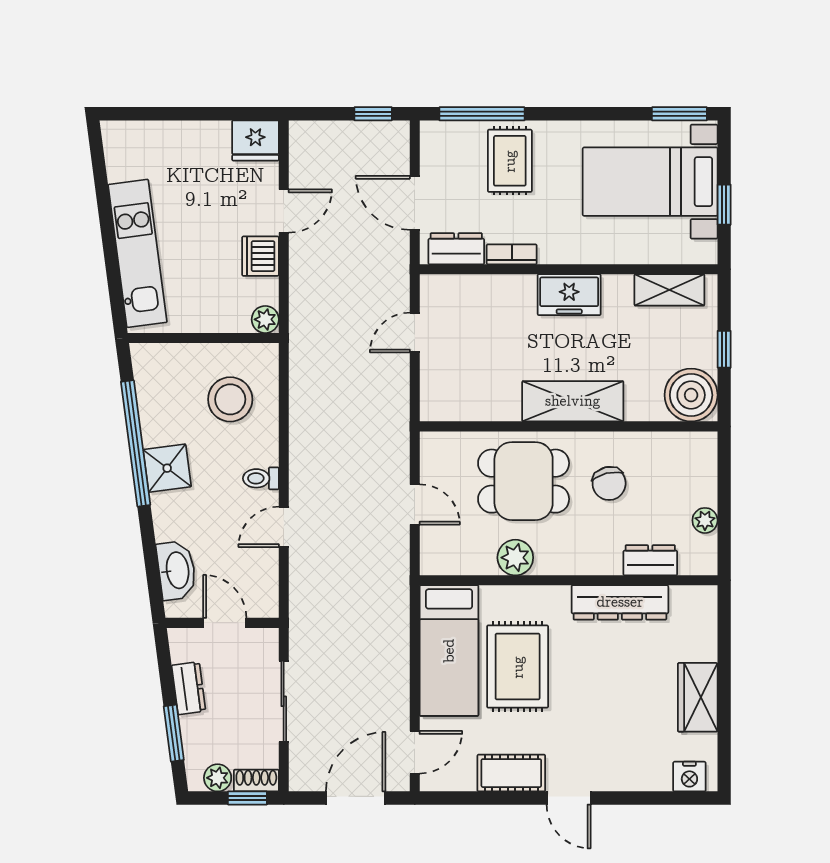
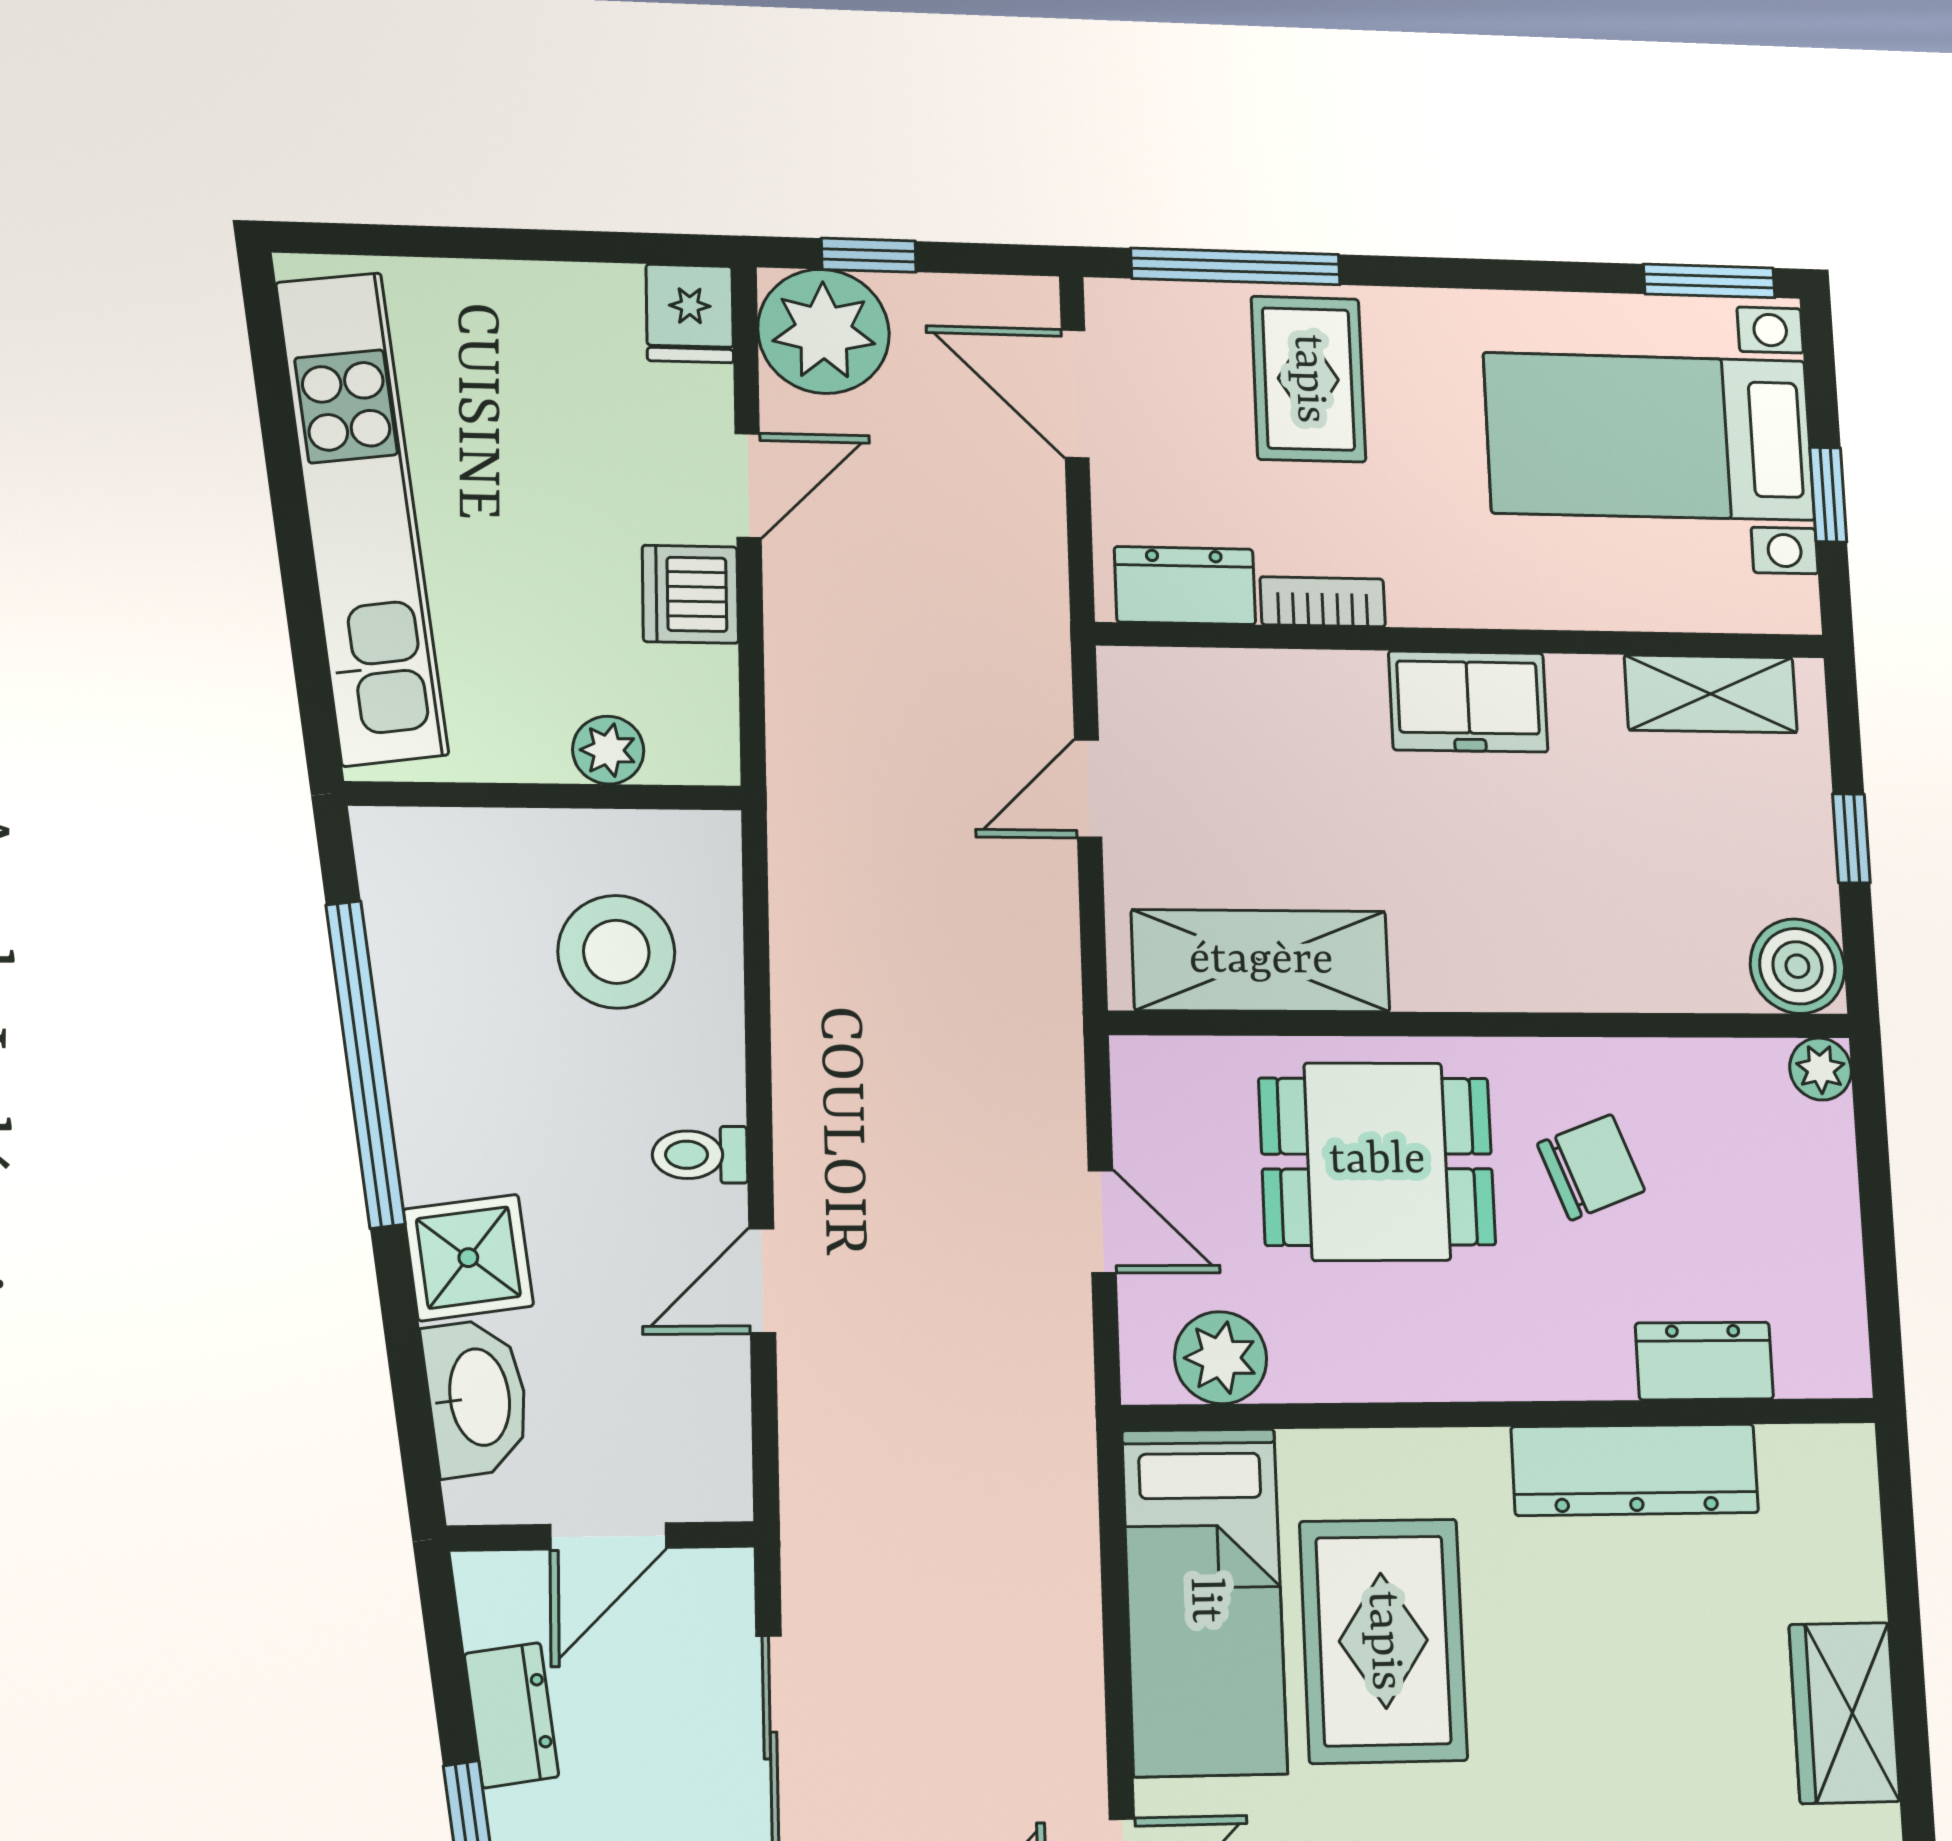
window: (373, 114) -> (869, 255), moved
fridge: (255, 140) -> (690, 313), width x0.72
plant: (315, 146) -> (824, 331), added
door: (415, 203) -> (1075, 394), moved
kitchen unit: (138, 253) -> (362, 517), width x1.36
plant: (265, 319) -> (608, 750), moved
boiler: (691, 395) -> (1797, 966), width x0.73, depth x0.73
shelving: (573, 401) -> (1261, 961), moved
shower: (167, 468) -> (468, 1258), moved
chair: (609, 483) -> (1591, 1167), turned -97
plant: (705, 520) -> (1821, 1069), moved
plant: (515, 558) -> (1221, 1358), moved
door: (225, 623) -> (608, 1536), swing flipped

